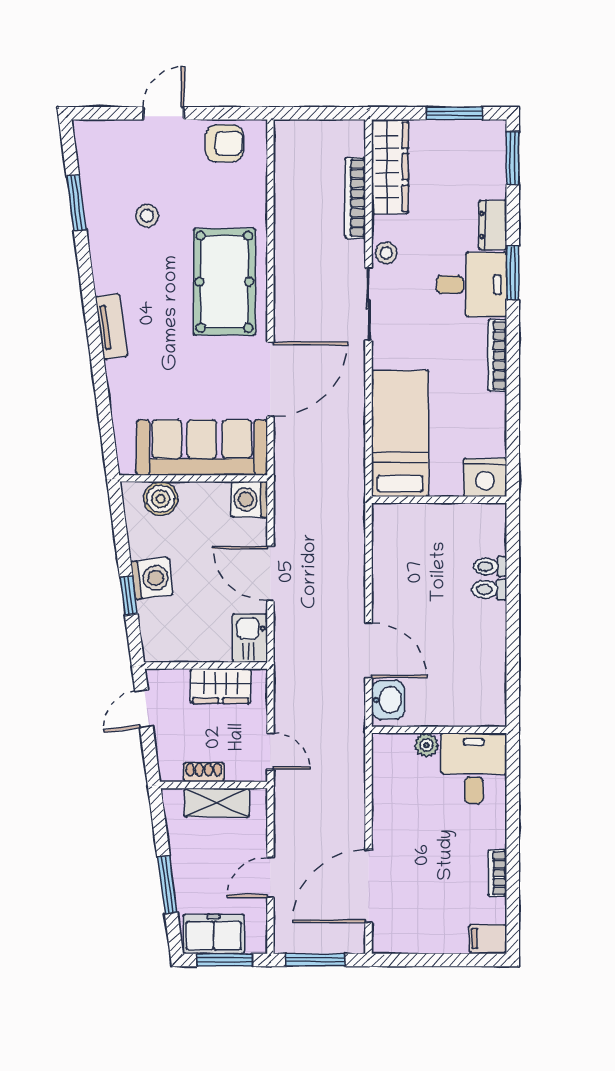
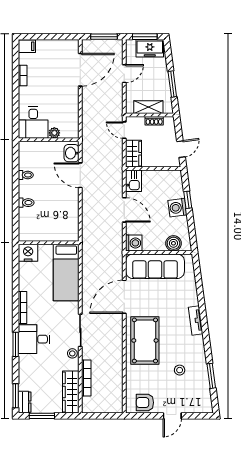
dresser: (493, 225) -> (25, 402), moved
toilet: (490, 566) -> (26, 175), moved
wardrobe: (221, 686) -> (134, 154), moved, turned 90
window: (167, 885) -> (172, 84), moved

